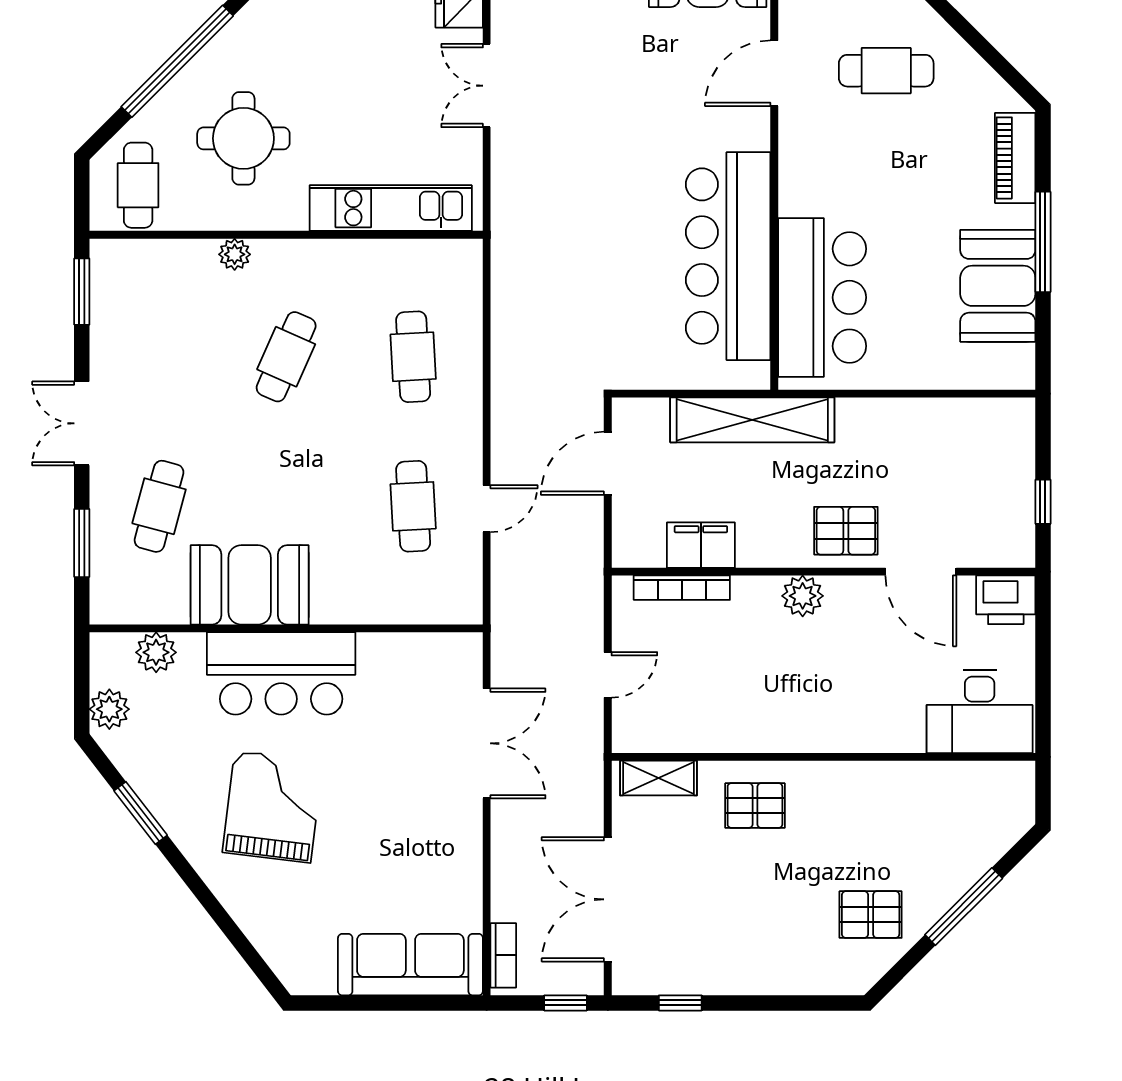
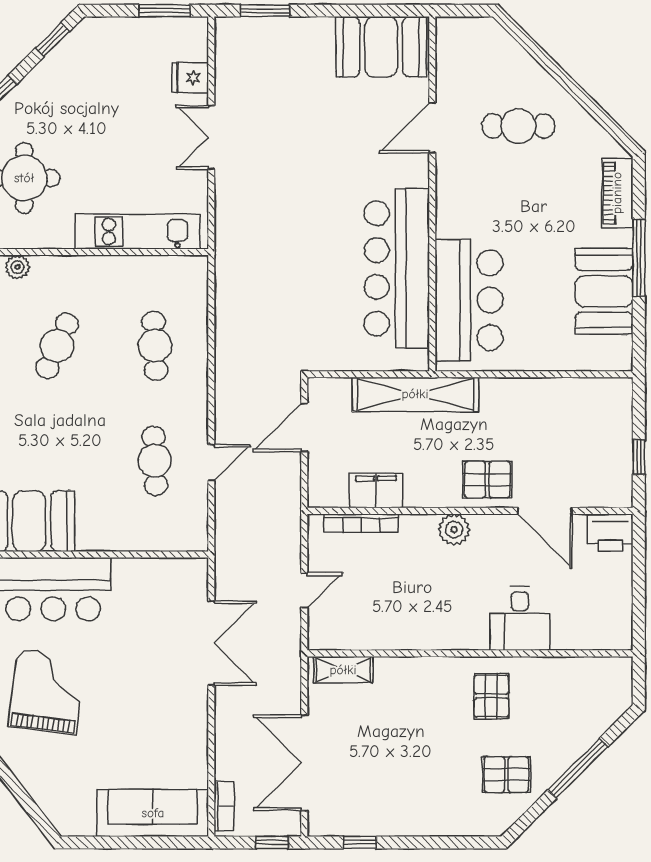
desk: (980, 712) -> (520, 619), moved, width x0.73
pallet: (755, 806) -> (491, 696), moved, turned 90

